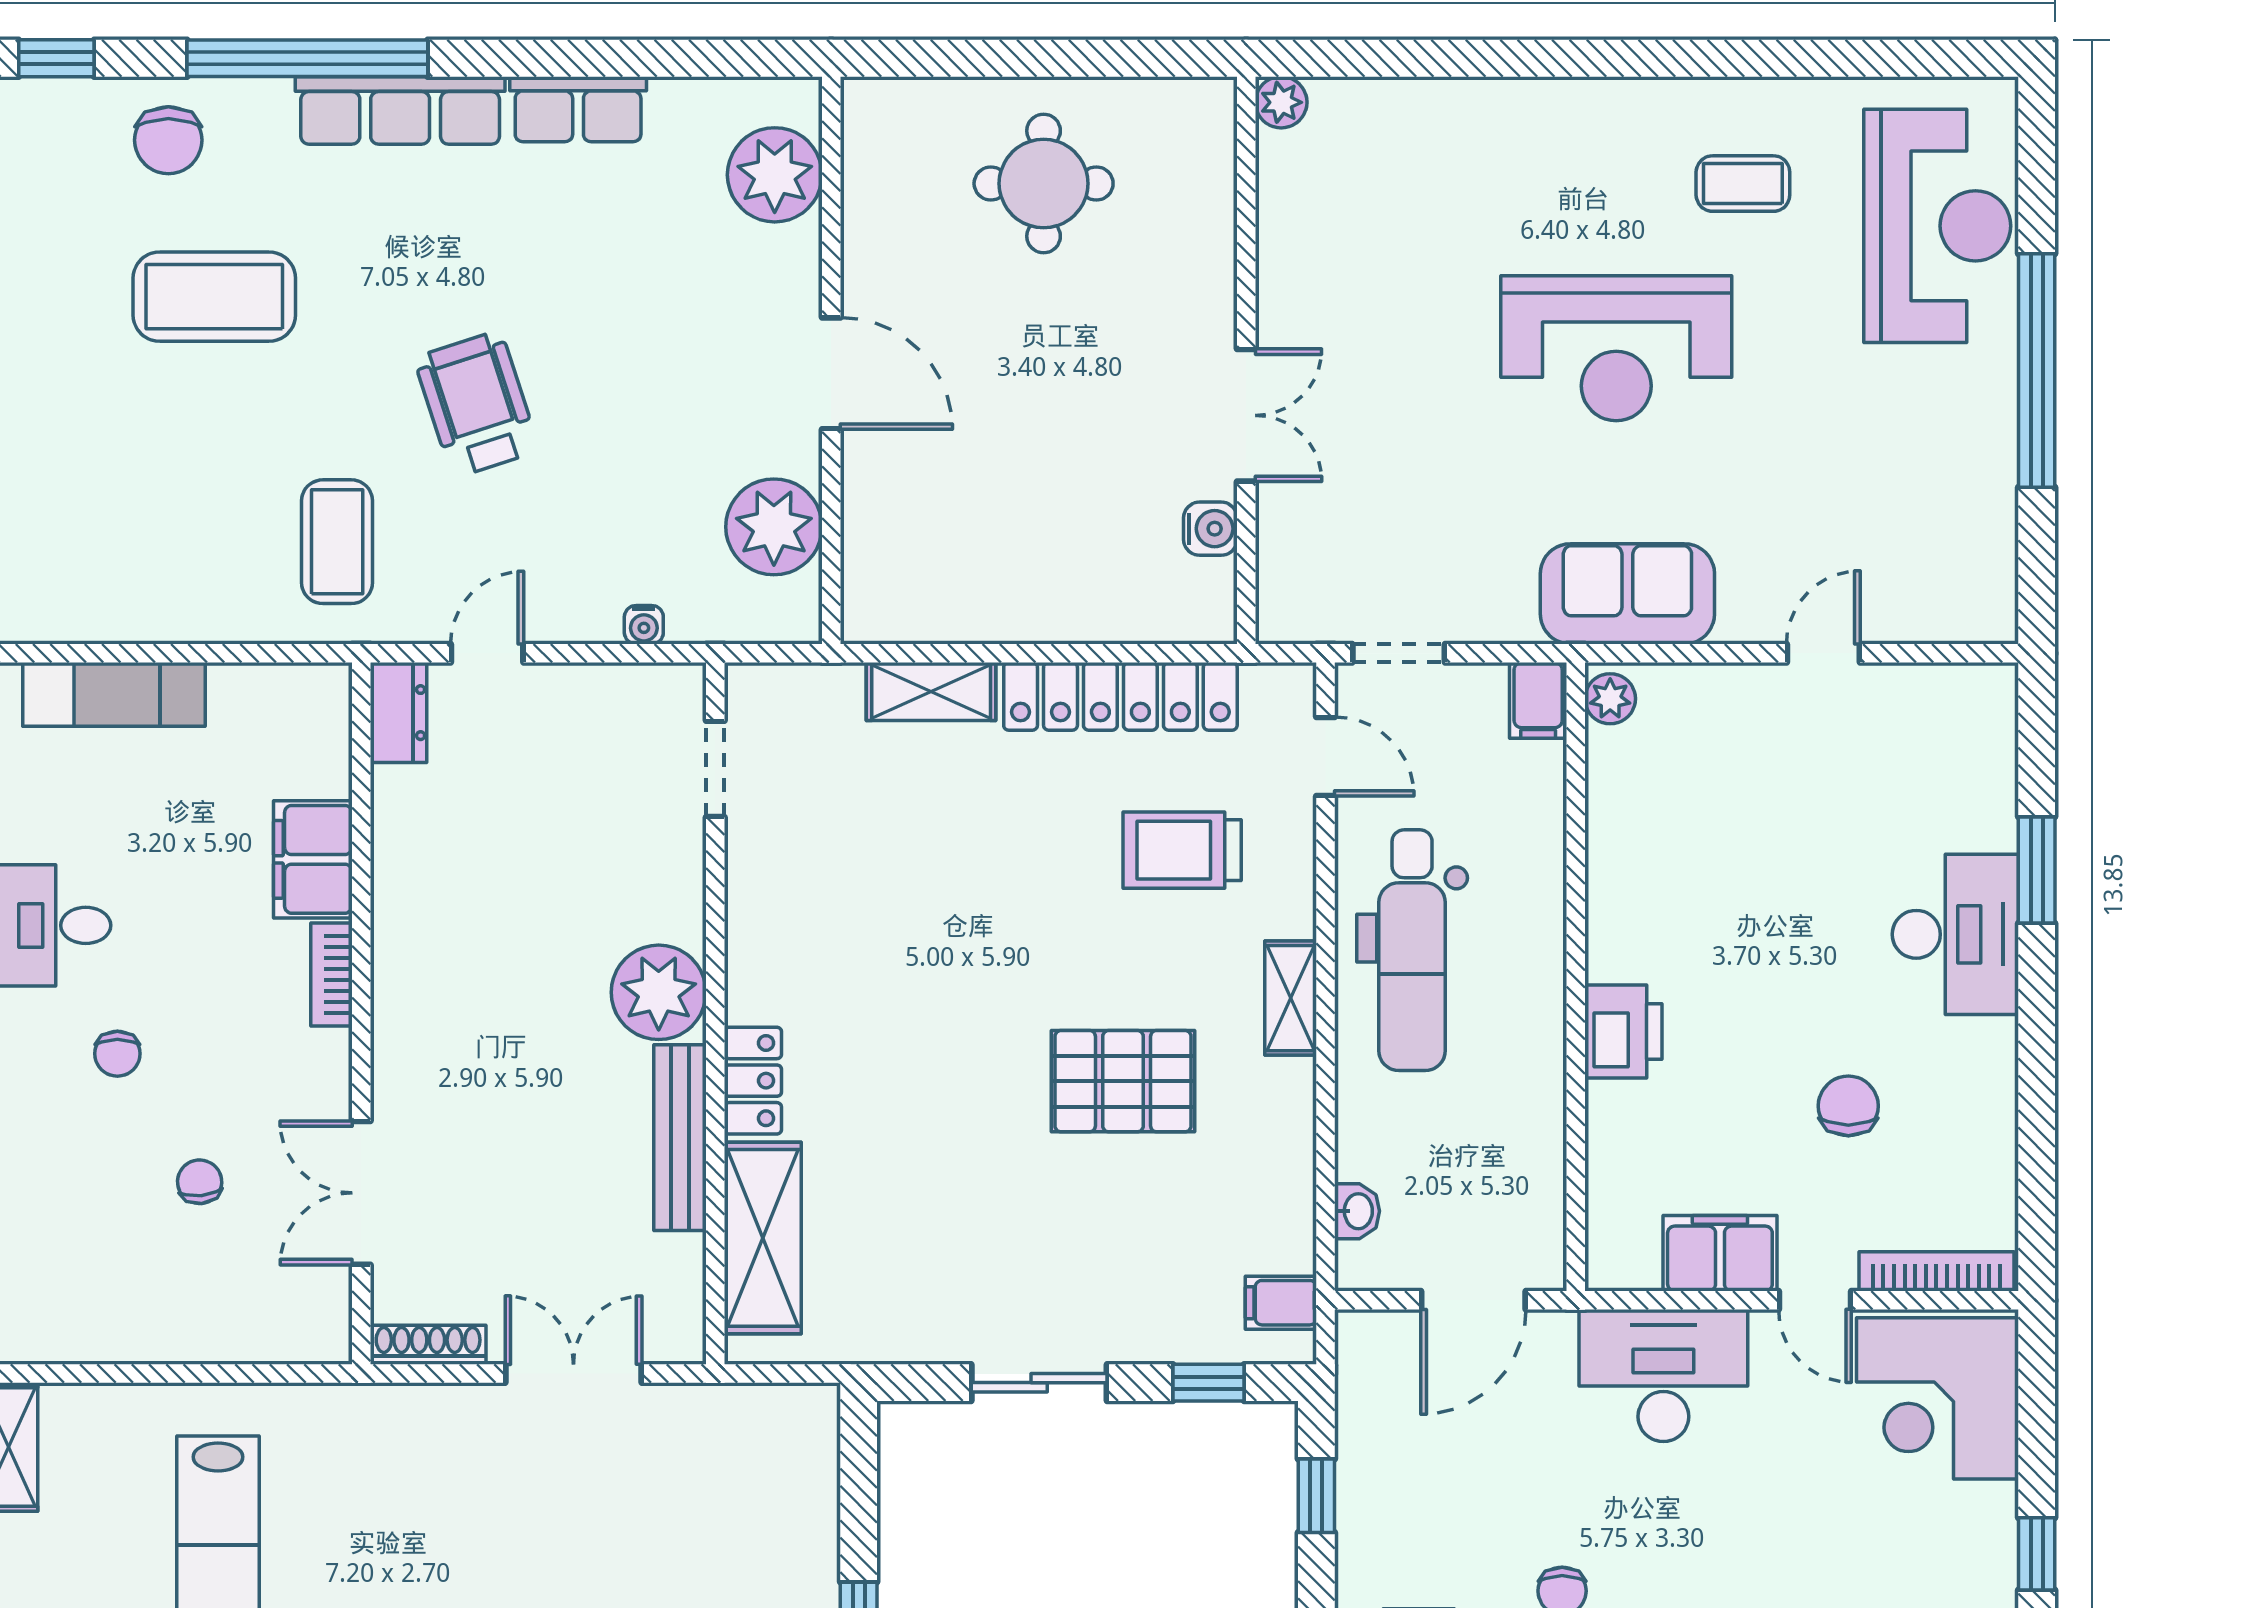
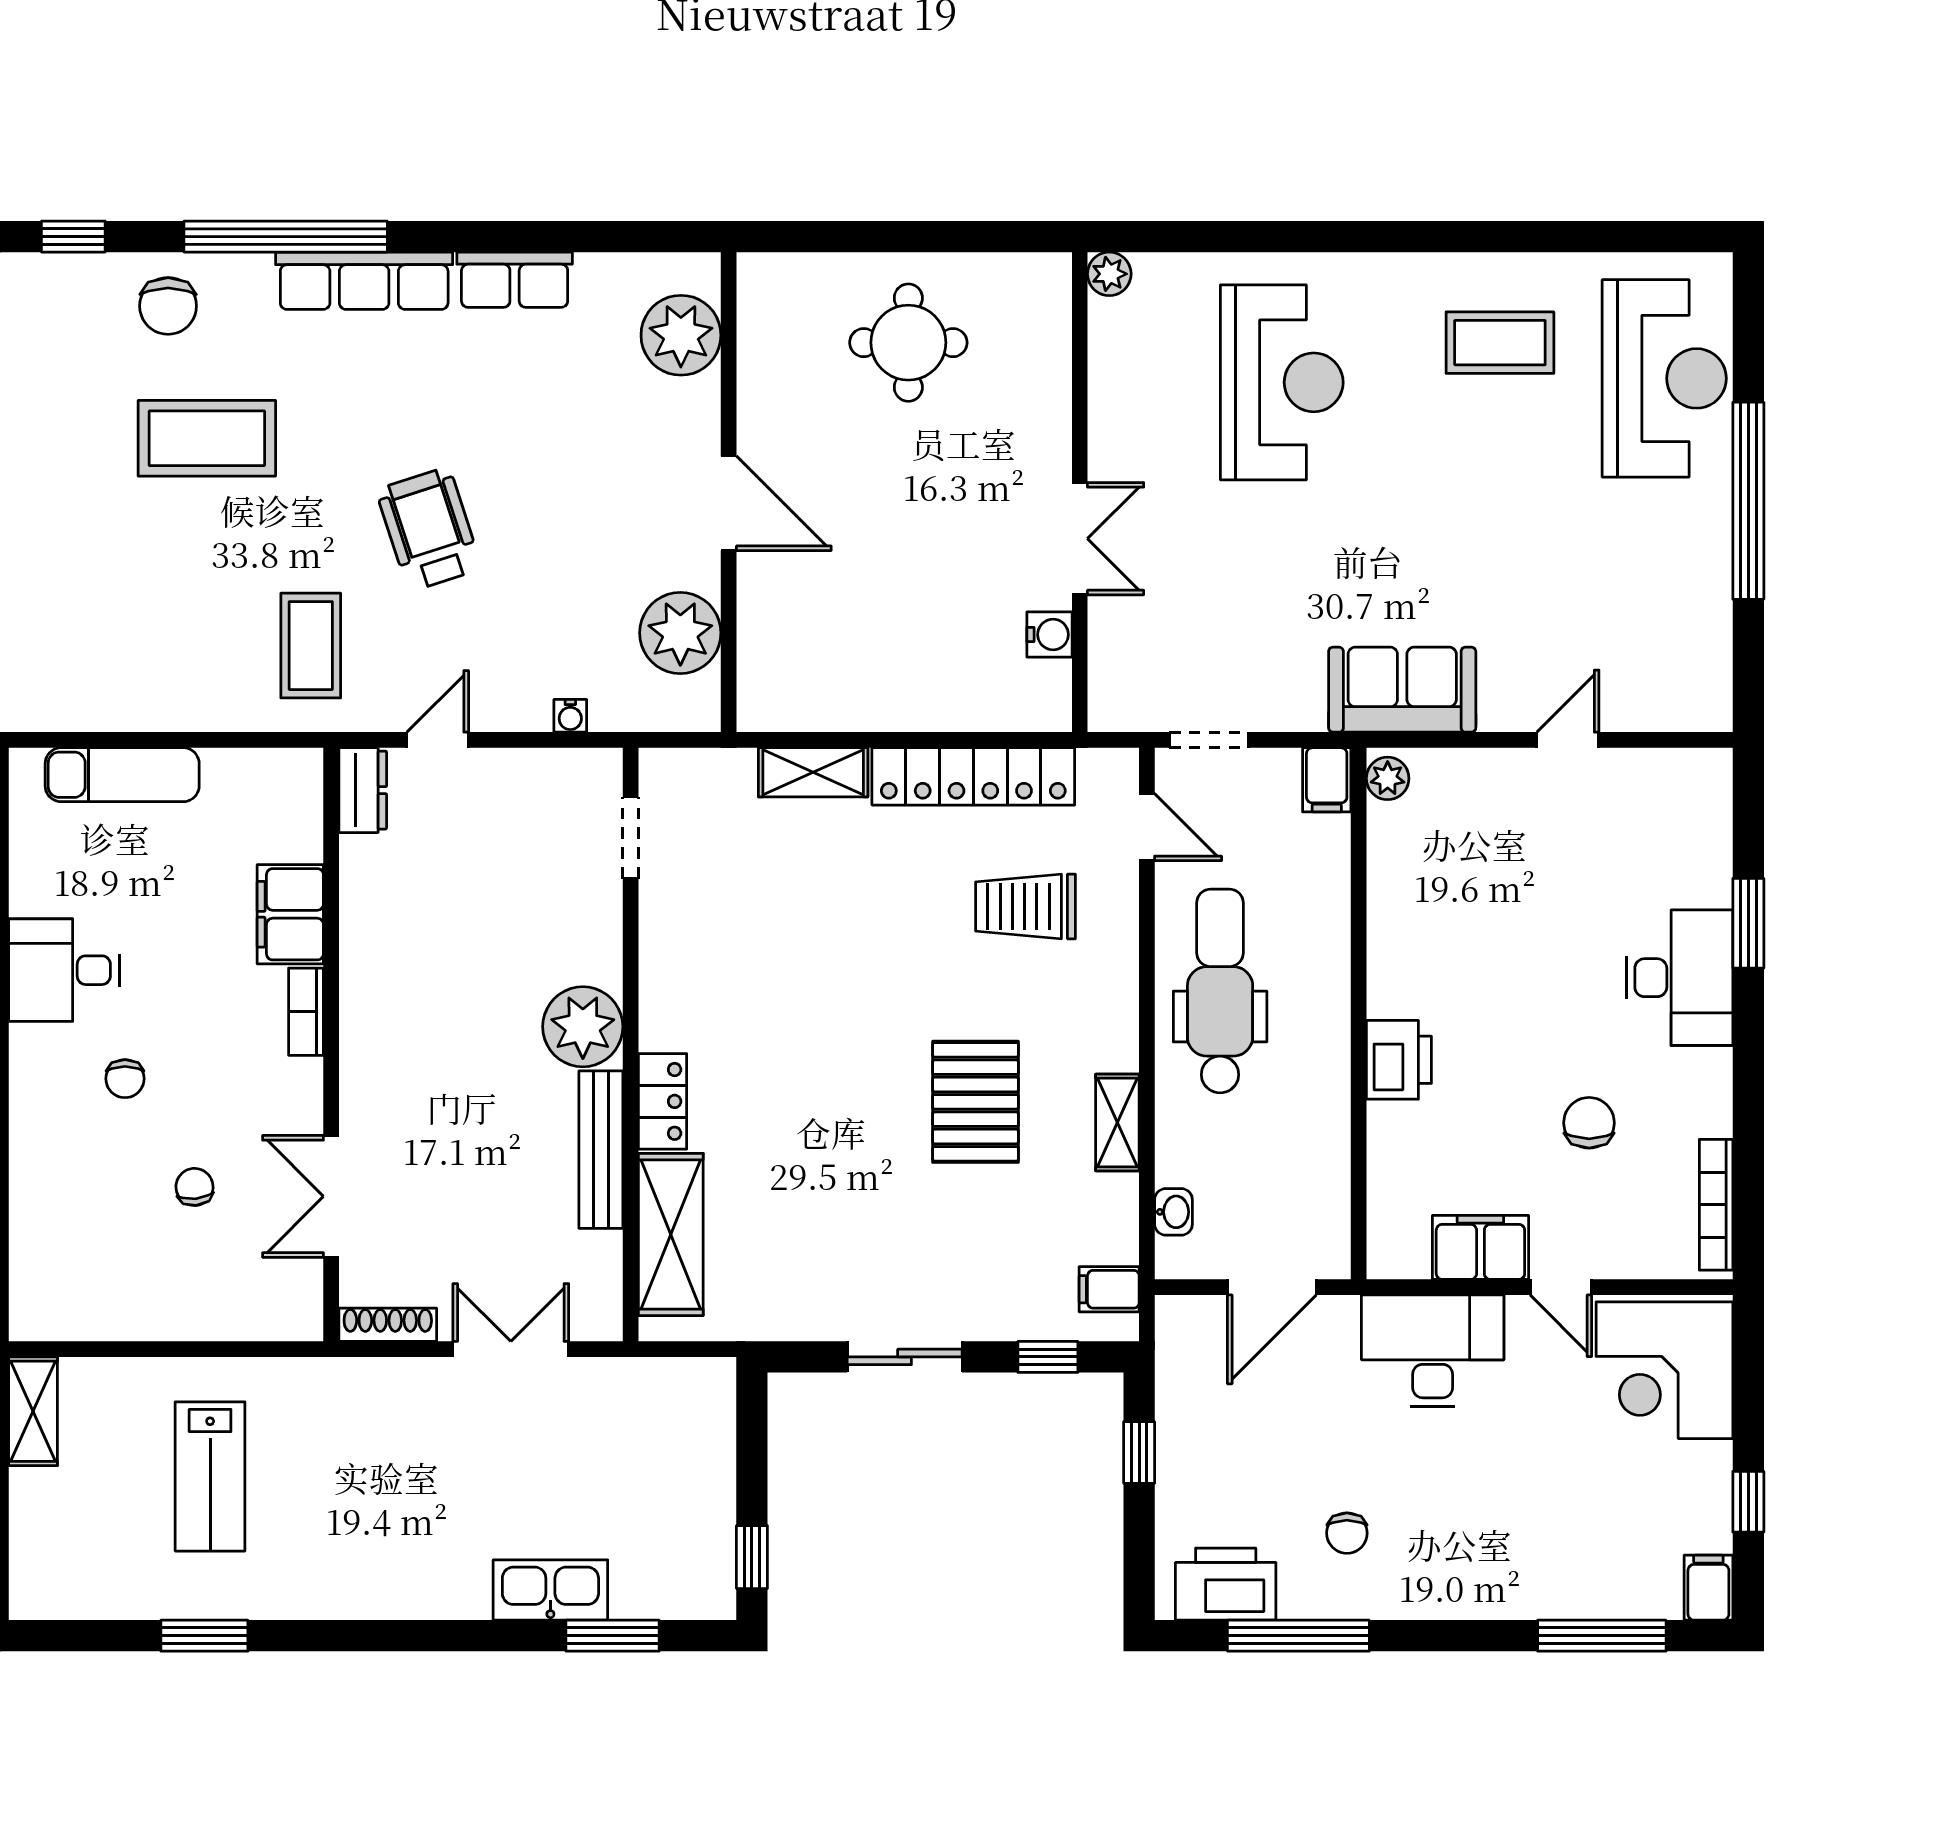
coffee table: (1743, 184) -> (1500, 343), width x1.36, depth x1.30
reception desk: (1616, 348) -> (1282, 382), moved, turned -90
dental chair: (1412, 950) -> (1220, 991), turned 180
shelving: (1291, 998) -> (1117, 1123), moved
pallet: (1123, 1081) -> (976, 1102), turned 90
bookcase: (1936, 1271) -> (1716, 1205), moved, turned -90

